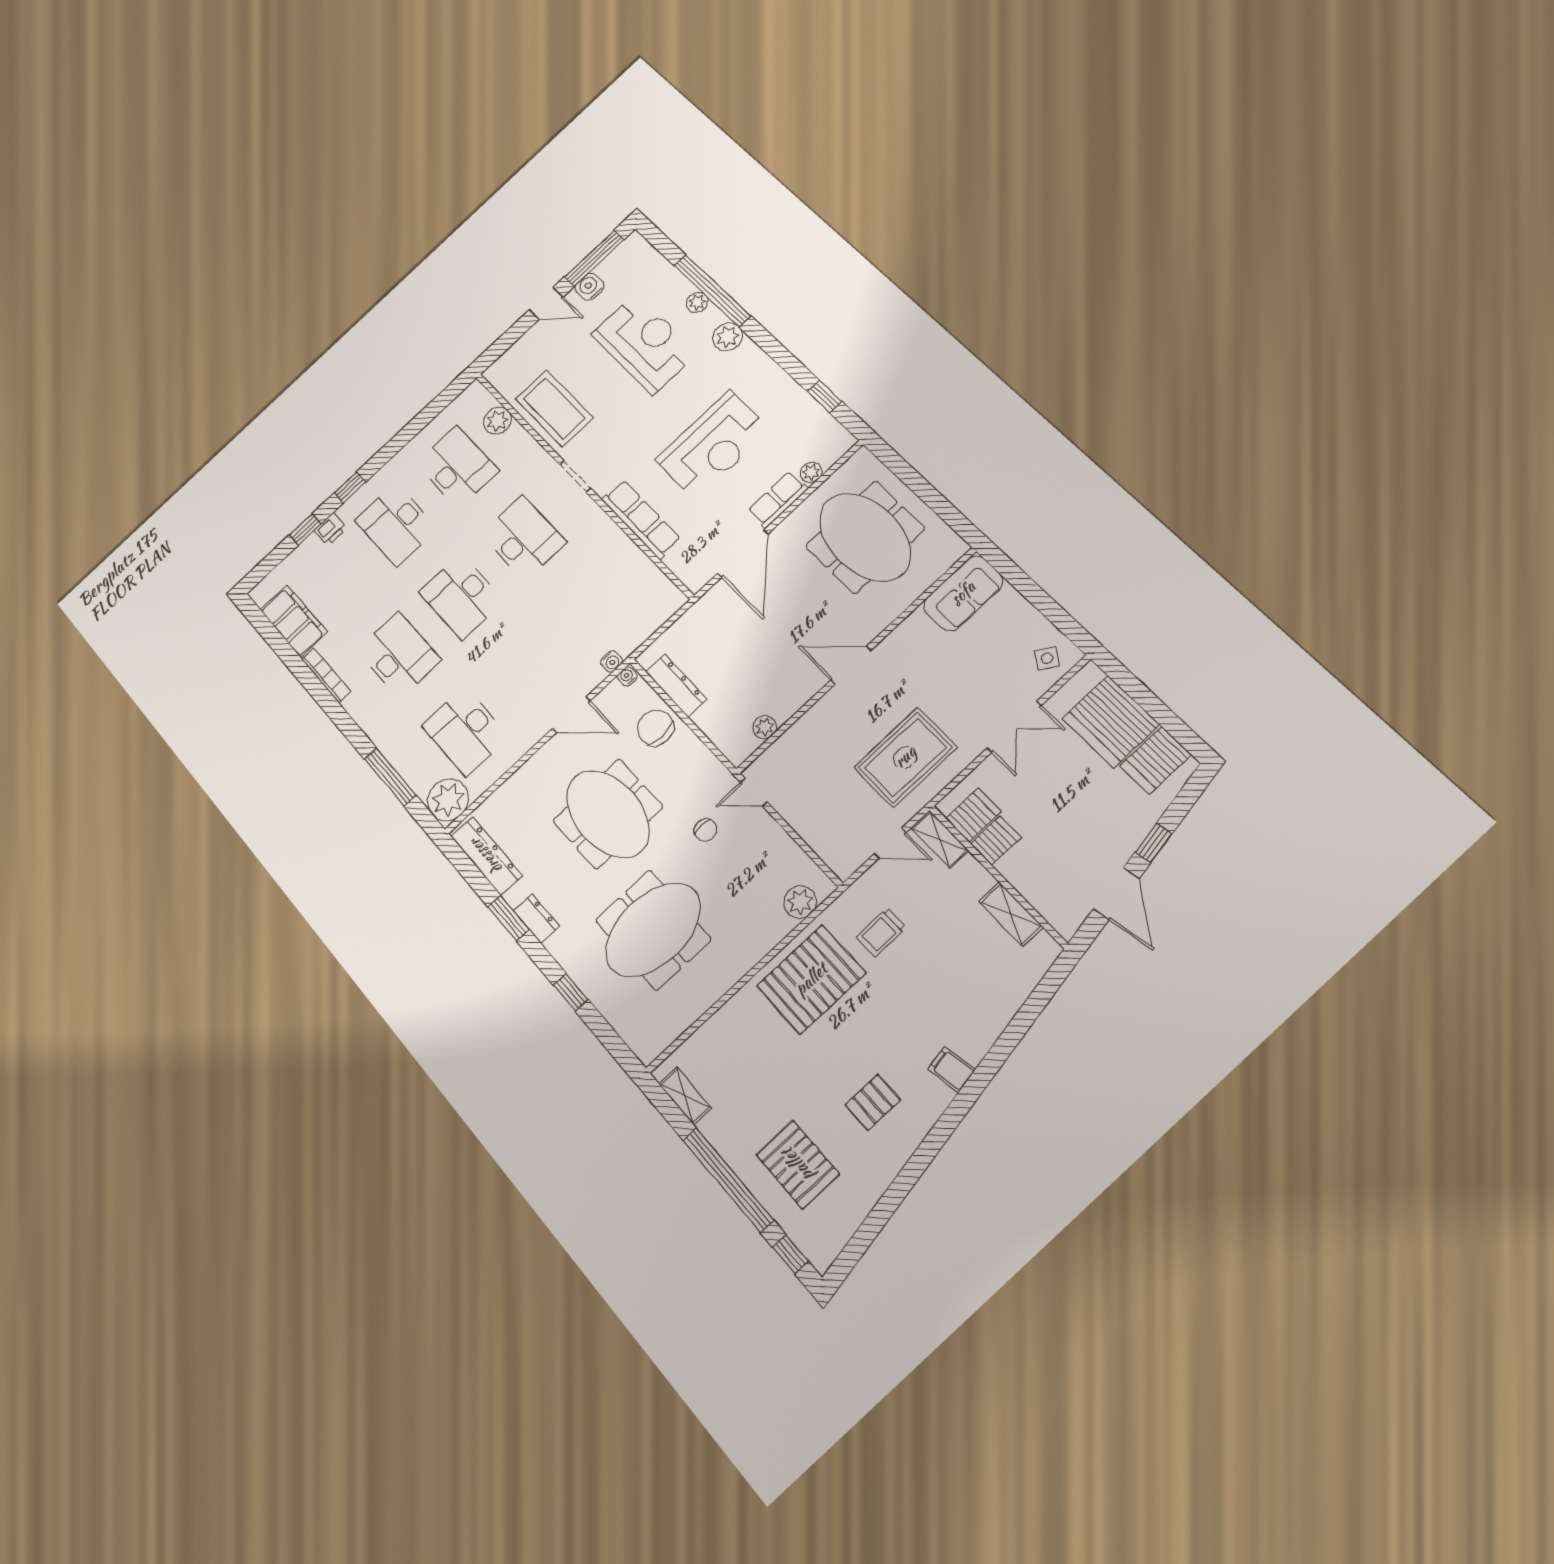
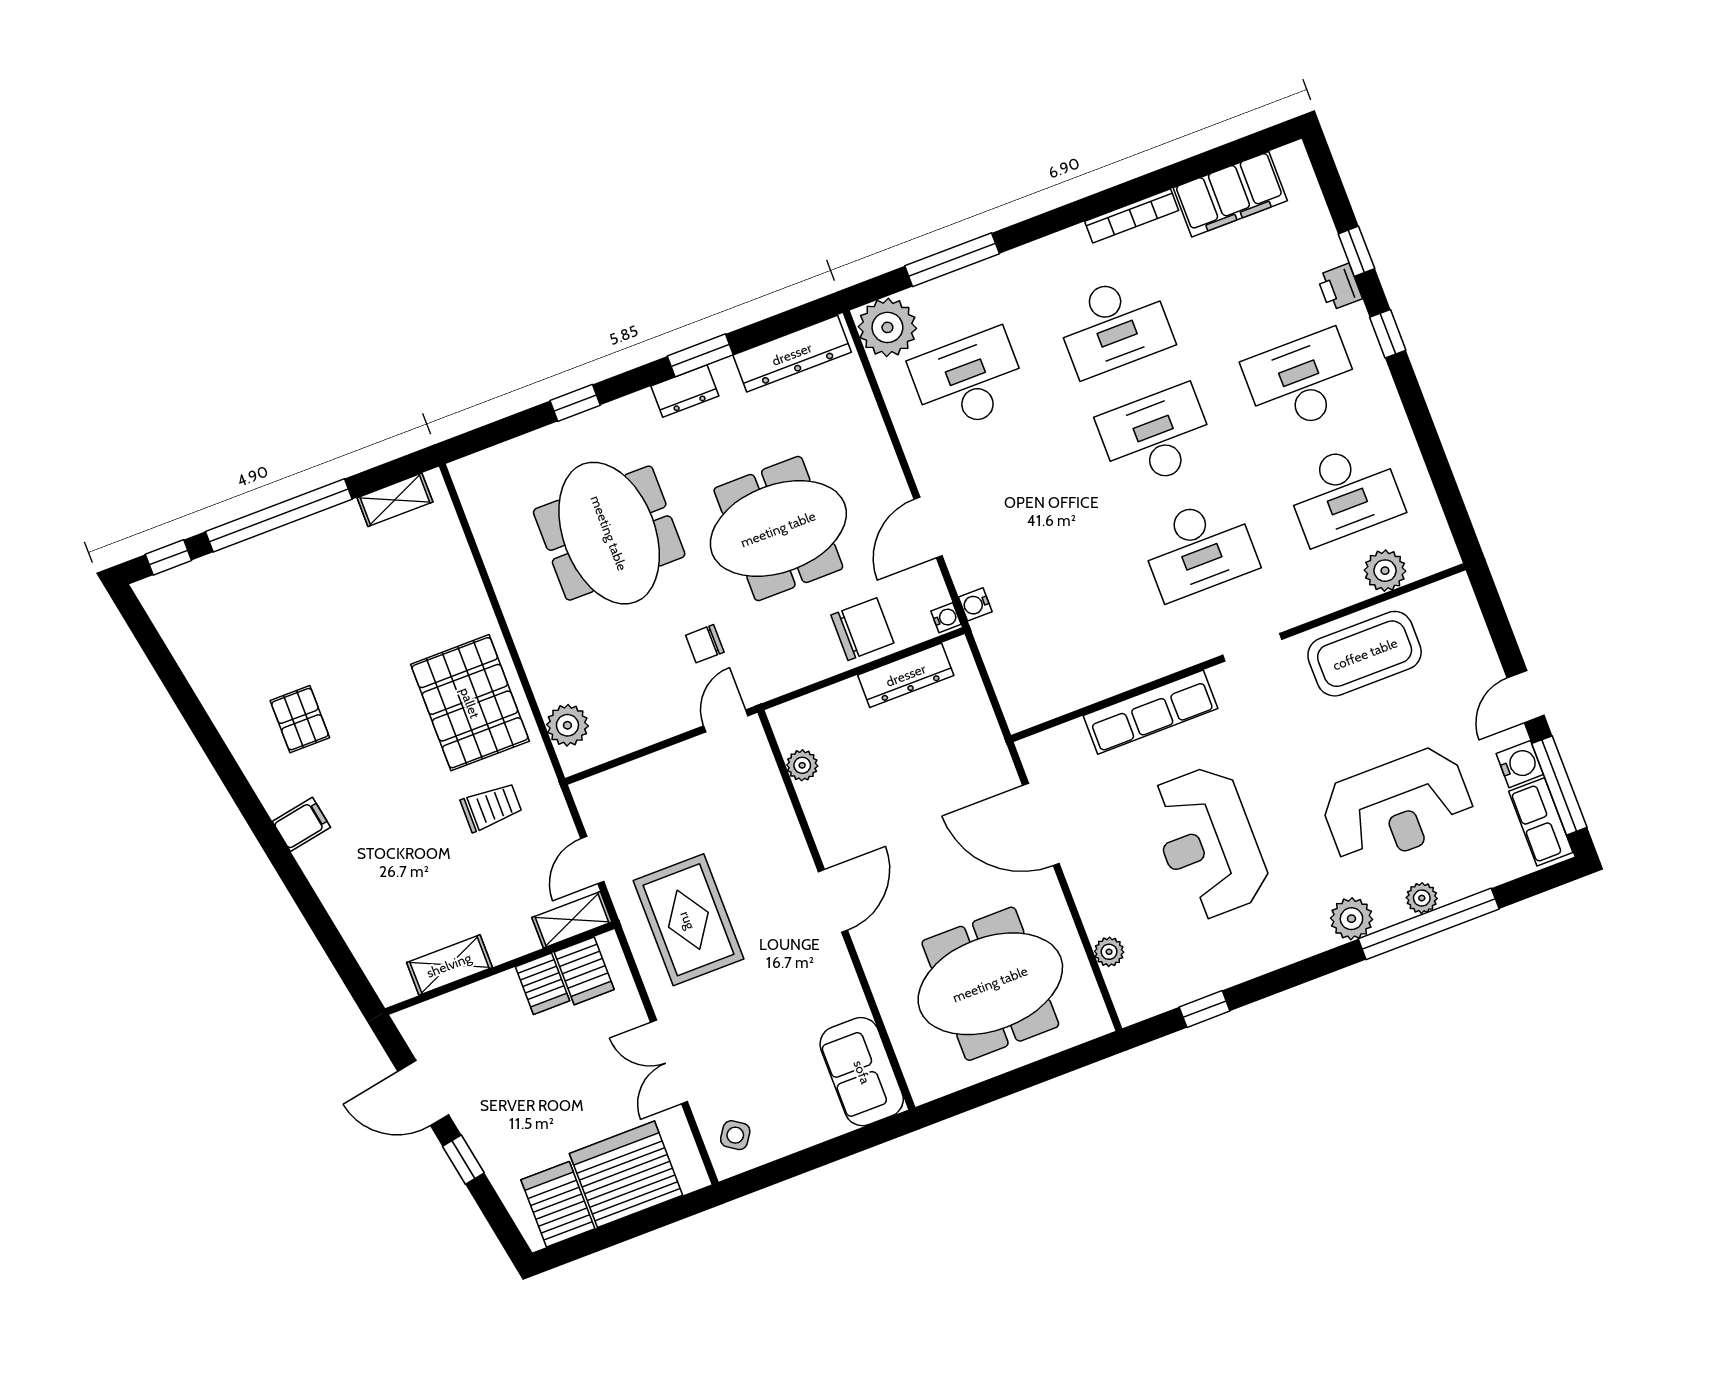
row of seats: (778, 500) -> (1541, 822), moved, turned 180
trolley: (881, 932) -> (491, 807), turned 91
pallet: (798, 1165) -> (264, 604), removed

